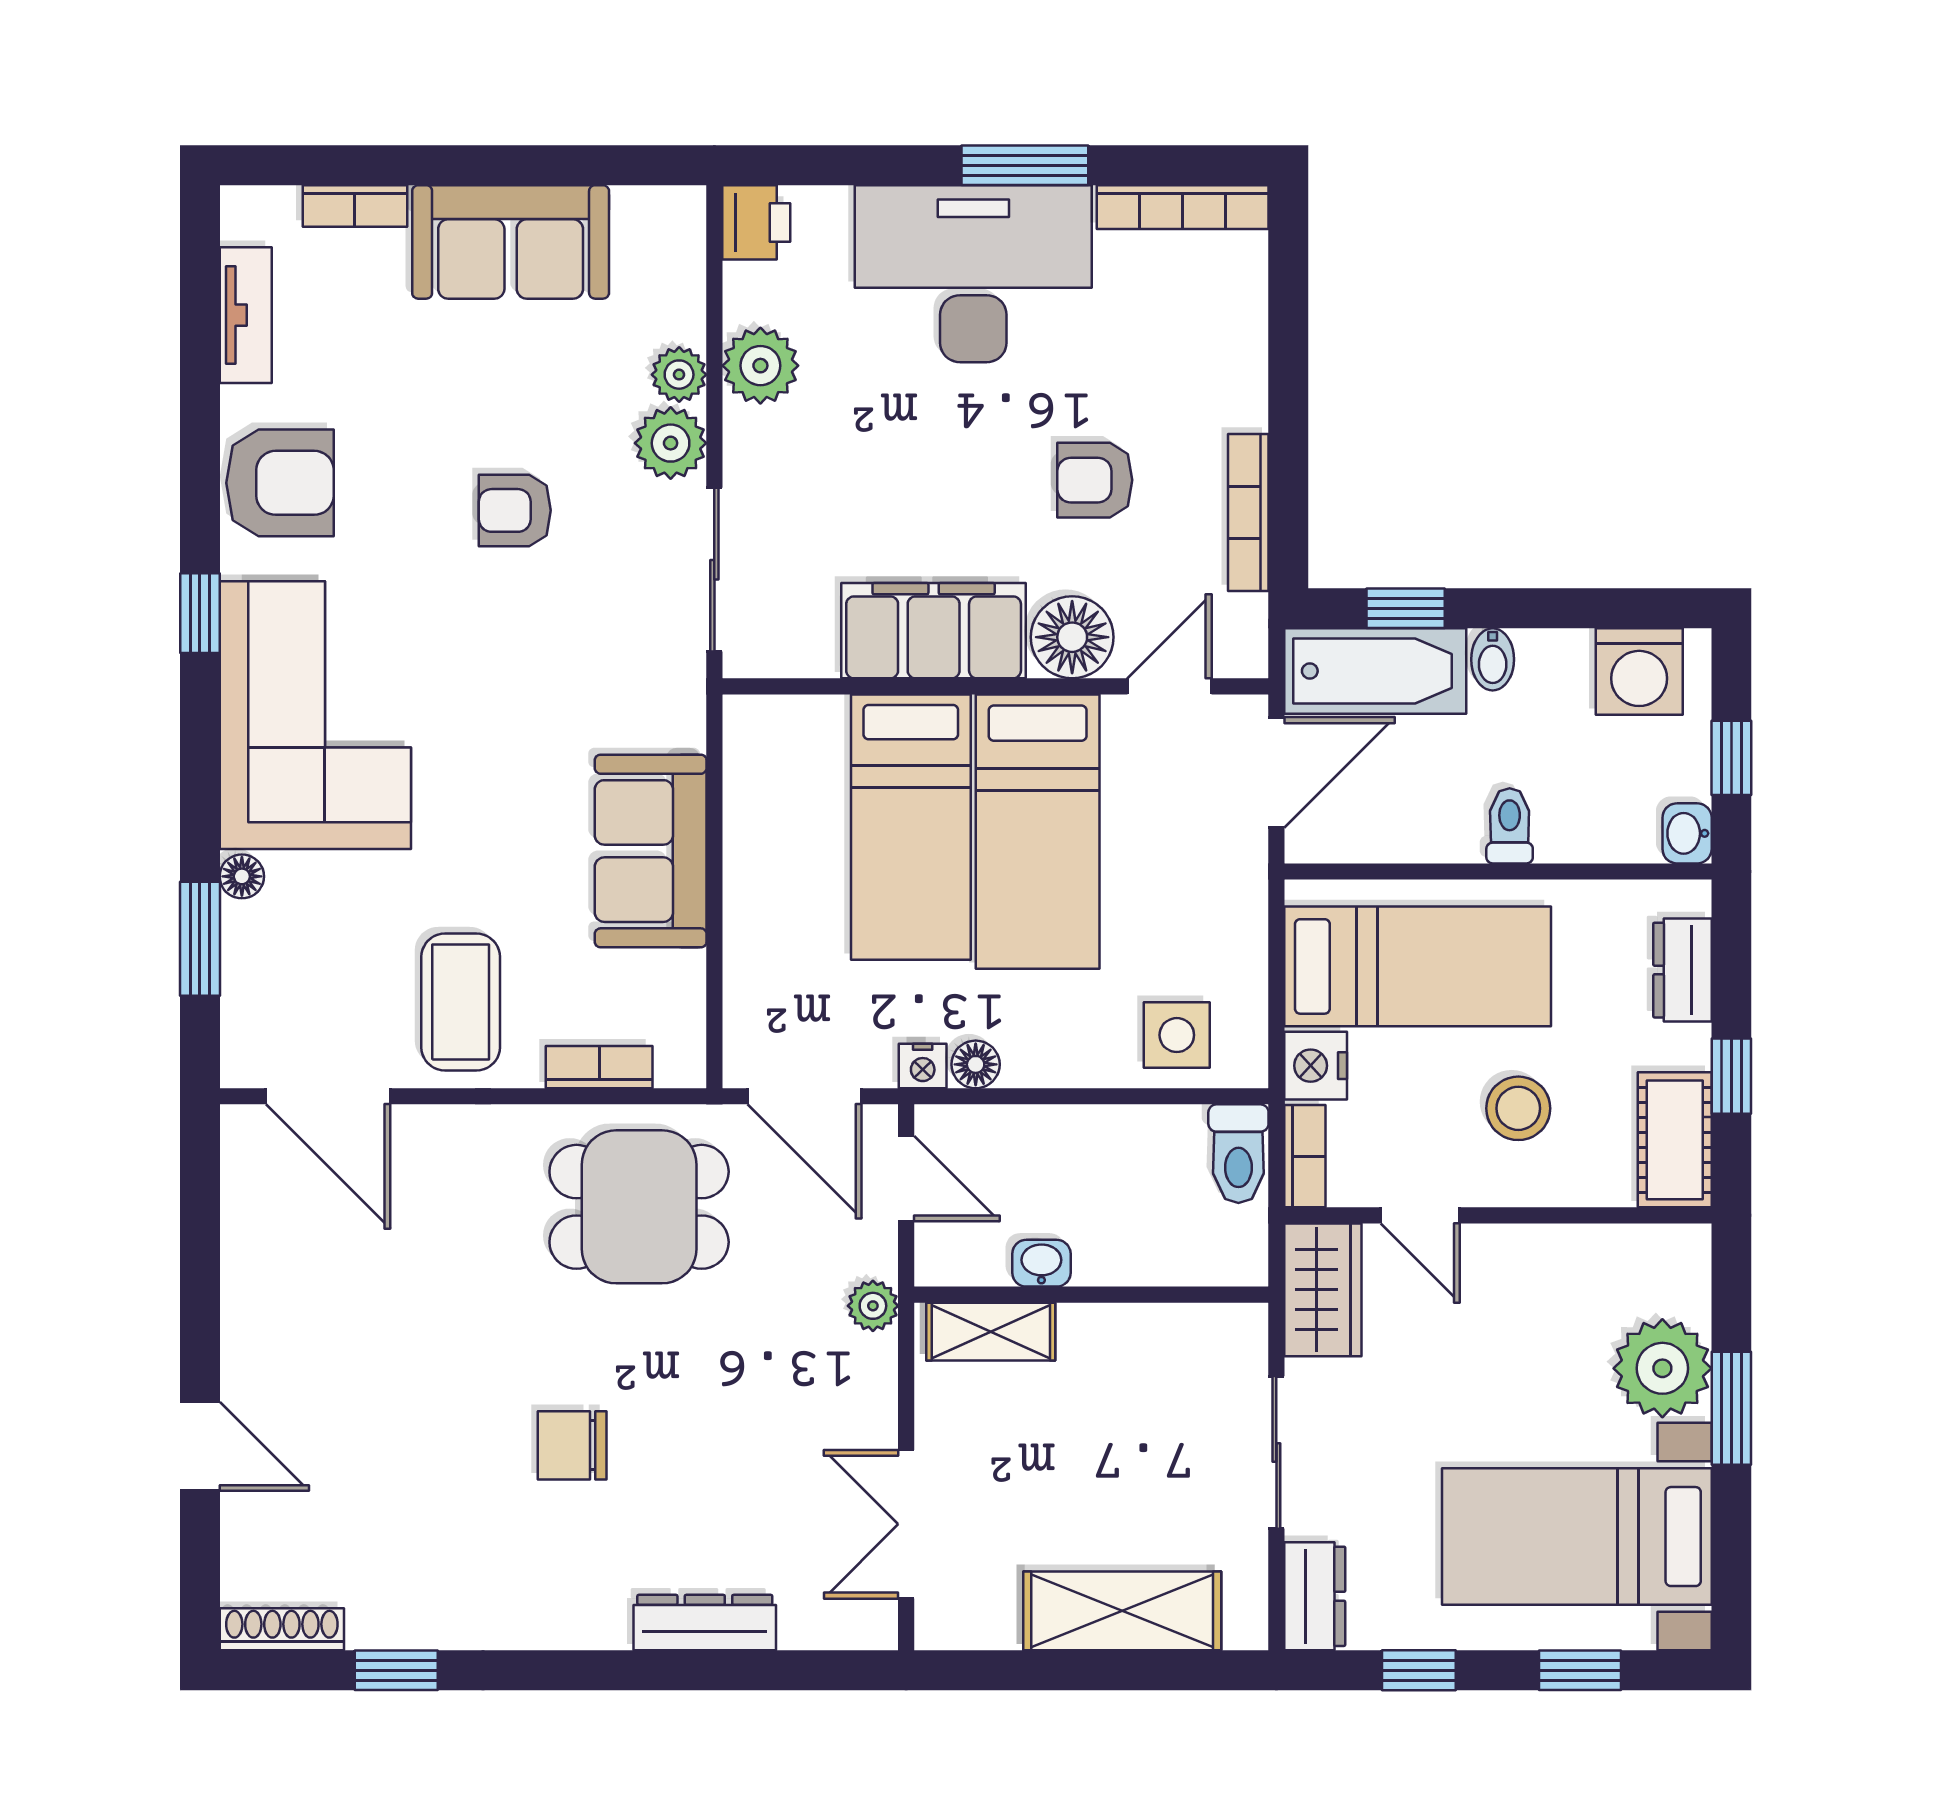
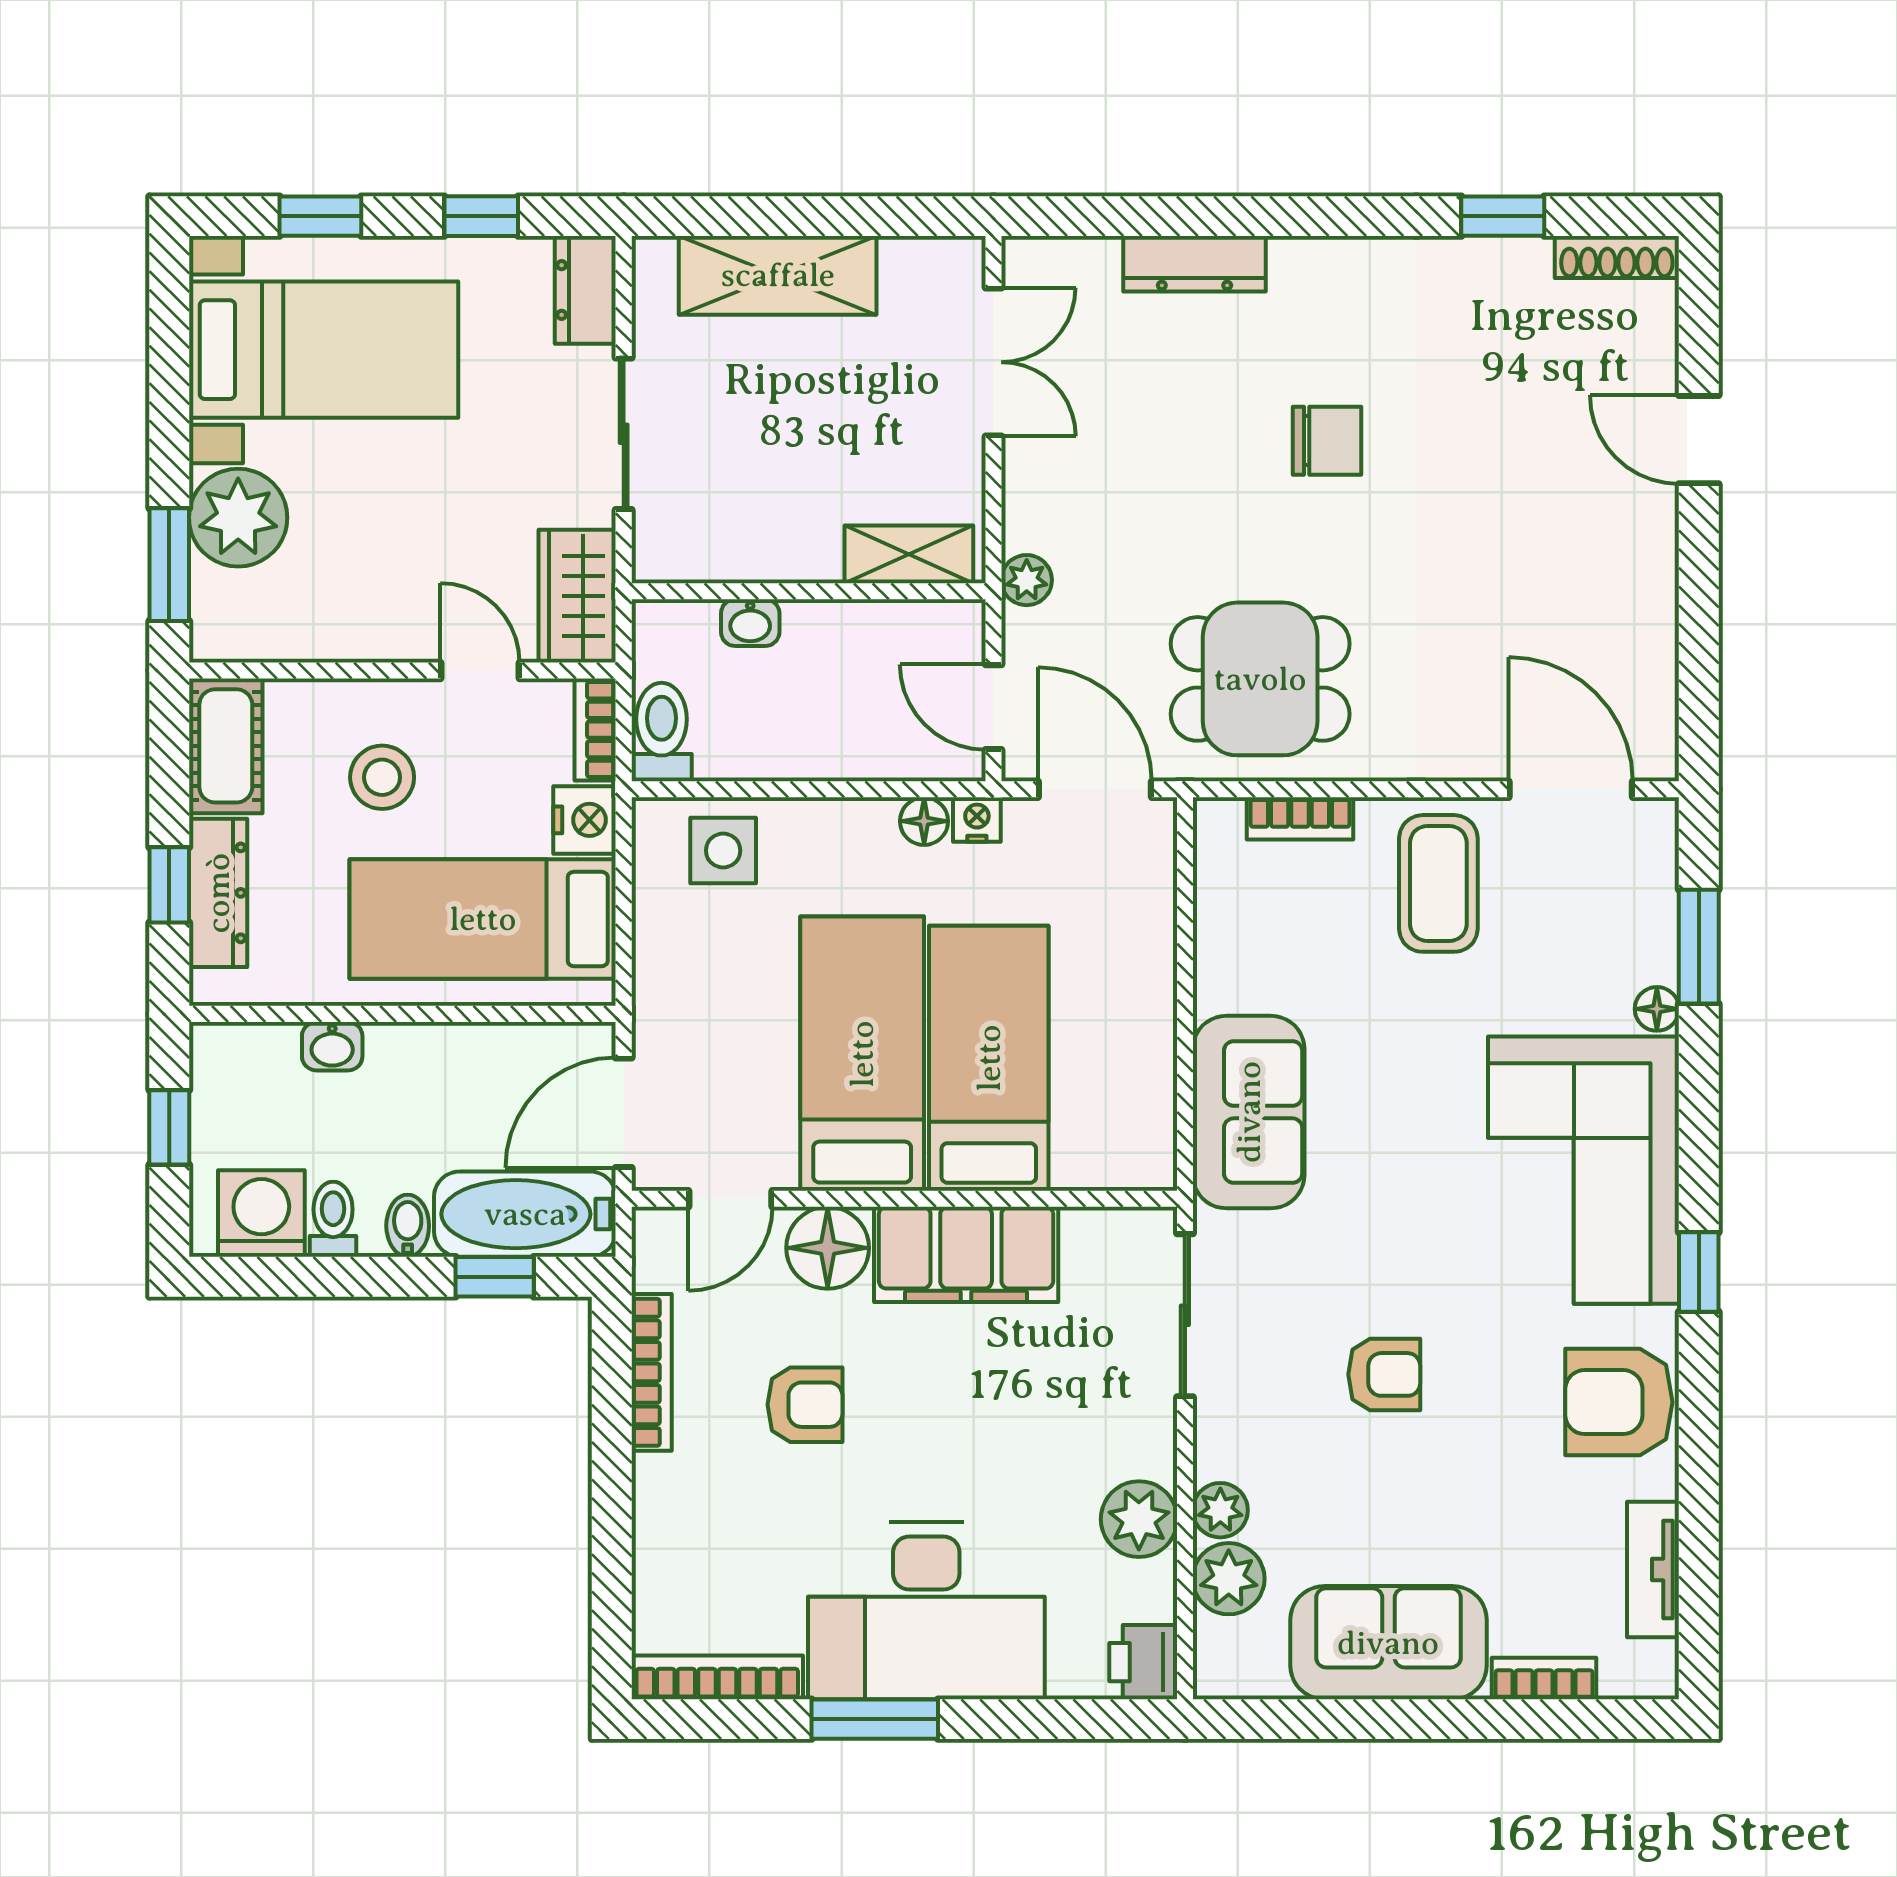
plant: (671, 443) -> (1229, 1579), moved
toilet: (1510, 826) -> (333, 1219), moved, turned 180
washbasin: (1687, 833) -> (332, 1046), moved, turned 90
sofa: (651, 851) -> (1249, 1112), moved
dresser: (1682, 970) -> (218, 893), width x1.44
window: (1731, 1076) -> (169, 885), moved
washbasin: (1041, 1263) -> (750, 623), moved
window: (1731, 1408) -> (169, 565), moved

